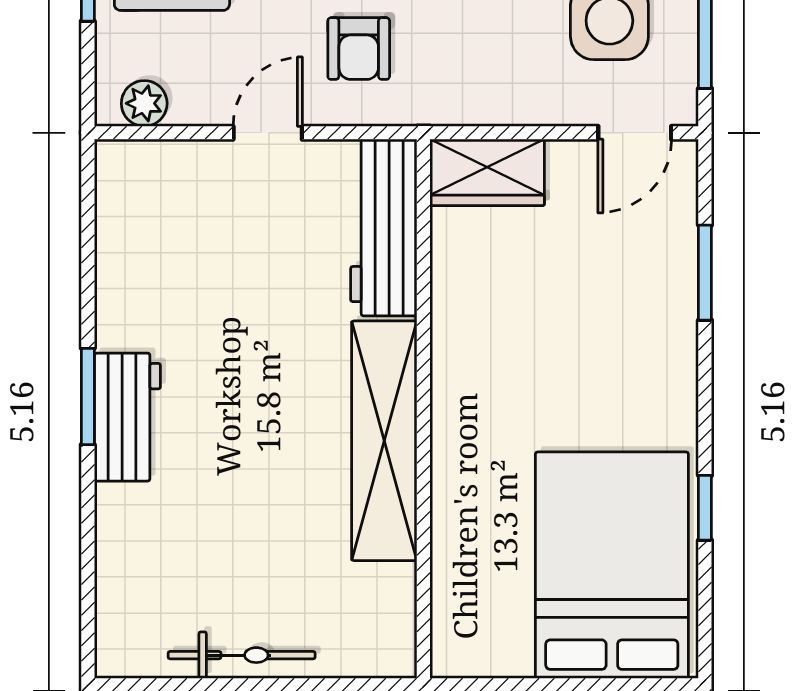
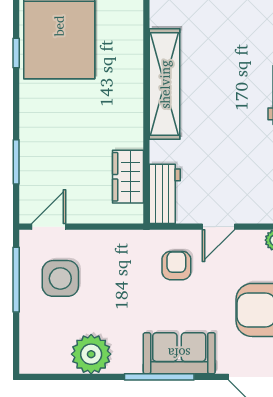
wardrobe: (487, 172) -> (128, 177), moved, turned -90
workbench: (384, 228) -> (165, 194), width x0.73

